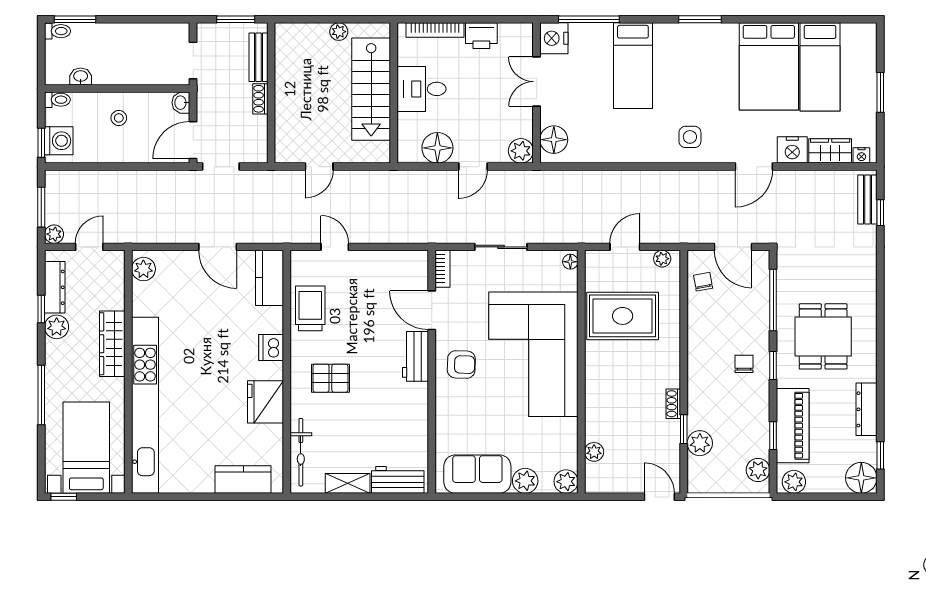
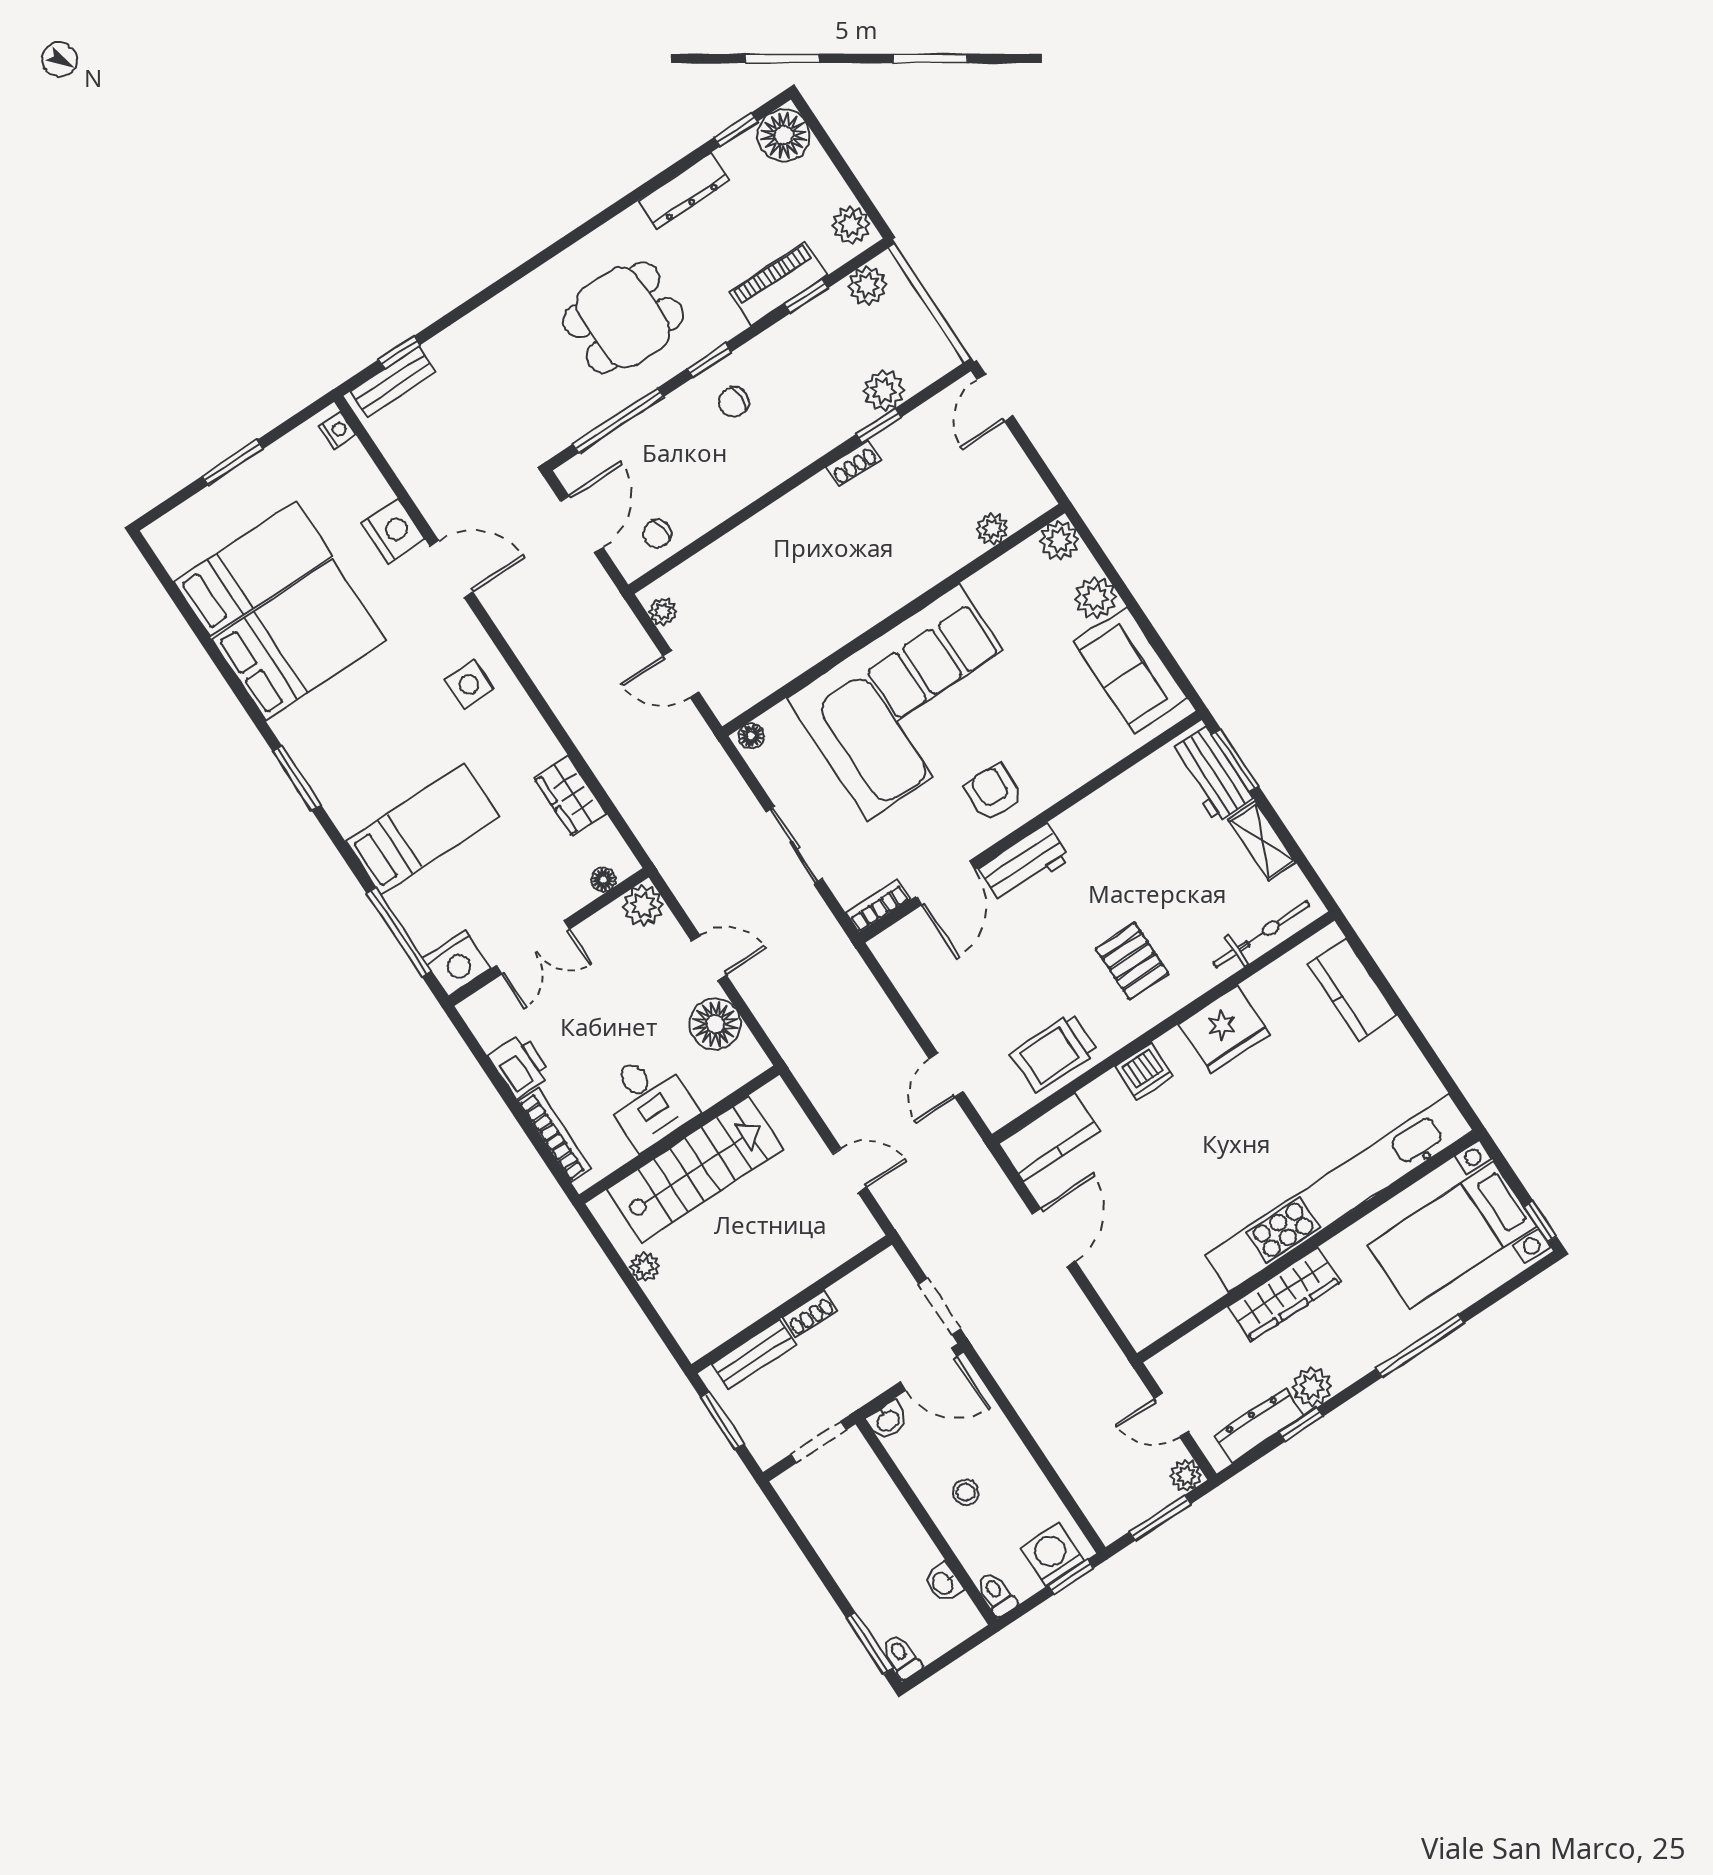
floor lamp: (554, 140) -> (603, 880), width x0.53, depth x0.53
wardrobe: (830, 151) -> (570, 796), moved
plant: (143, 269) -> (1152, 1320), removed
rug: (623, 316) -> (778, 614), removed
piano: (793, 426) -> (778, 284), width x0.73, depth x0.75
window: (397, 497) -> (1235, 760), added

